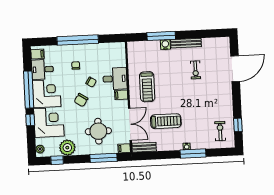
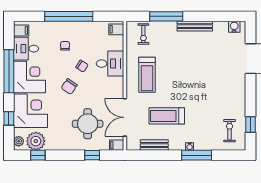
water cooler: (165, 45) -> (234, 27), moved
exercise bike: (196, 70) -> (143, 34), moved
filing cabinet: (121, 95) -> (116, 29), moved
window: (30, 120) -> (9, 118), moved
treadmill: (166, 121) -> (167, 116), turned 180
double door: (130, 124) -> (125, 117), swing flipped
bench: (144, 147) -> (154, 145), moved
plant: (67, 148) -> (36, 141), moved
window: (104, 158) -> (92, 155), width x0.46

